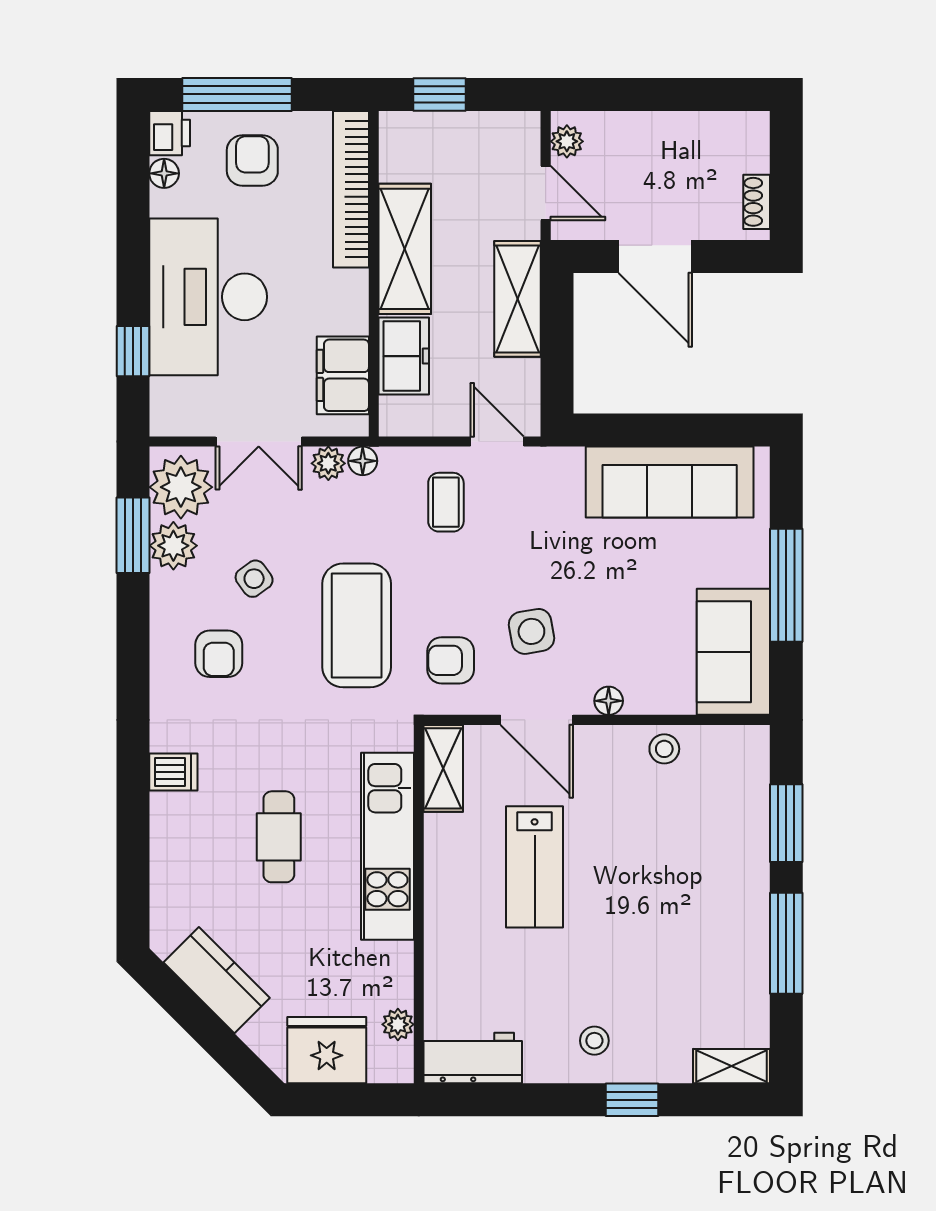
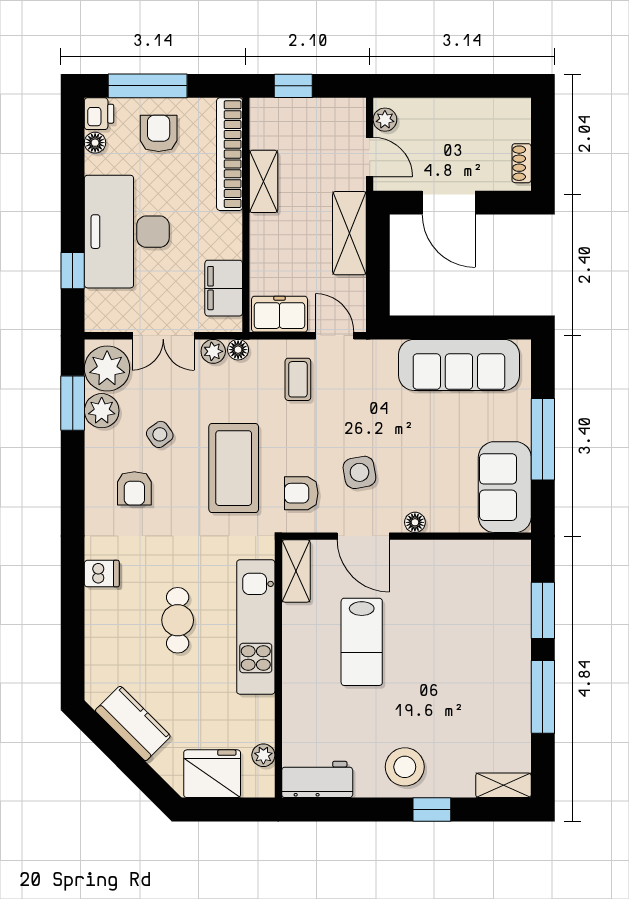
shelving: (405, 249) -> (264, 181), width x0.67, depth x0.75
freezer: (404, 356) -> (279, 314), moved, turned -90
stool: (664, 749) -> (455, 557), removed
stool: (594, 1041) -> (405, 767), width x1.89, depth x1.89

